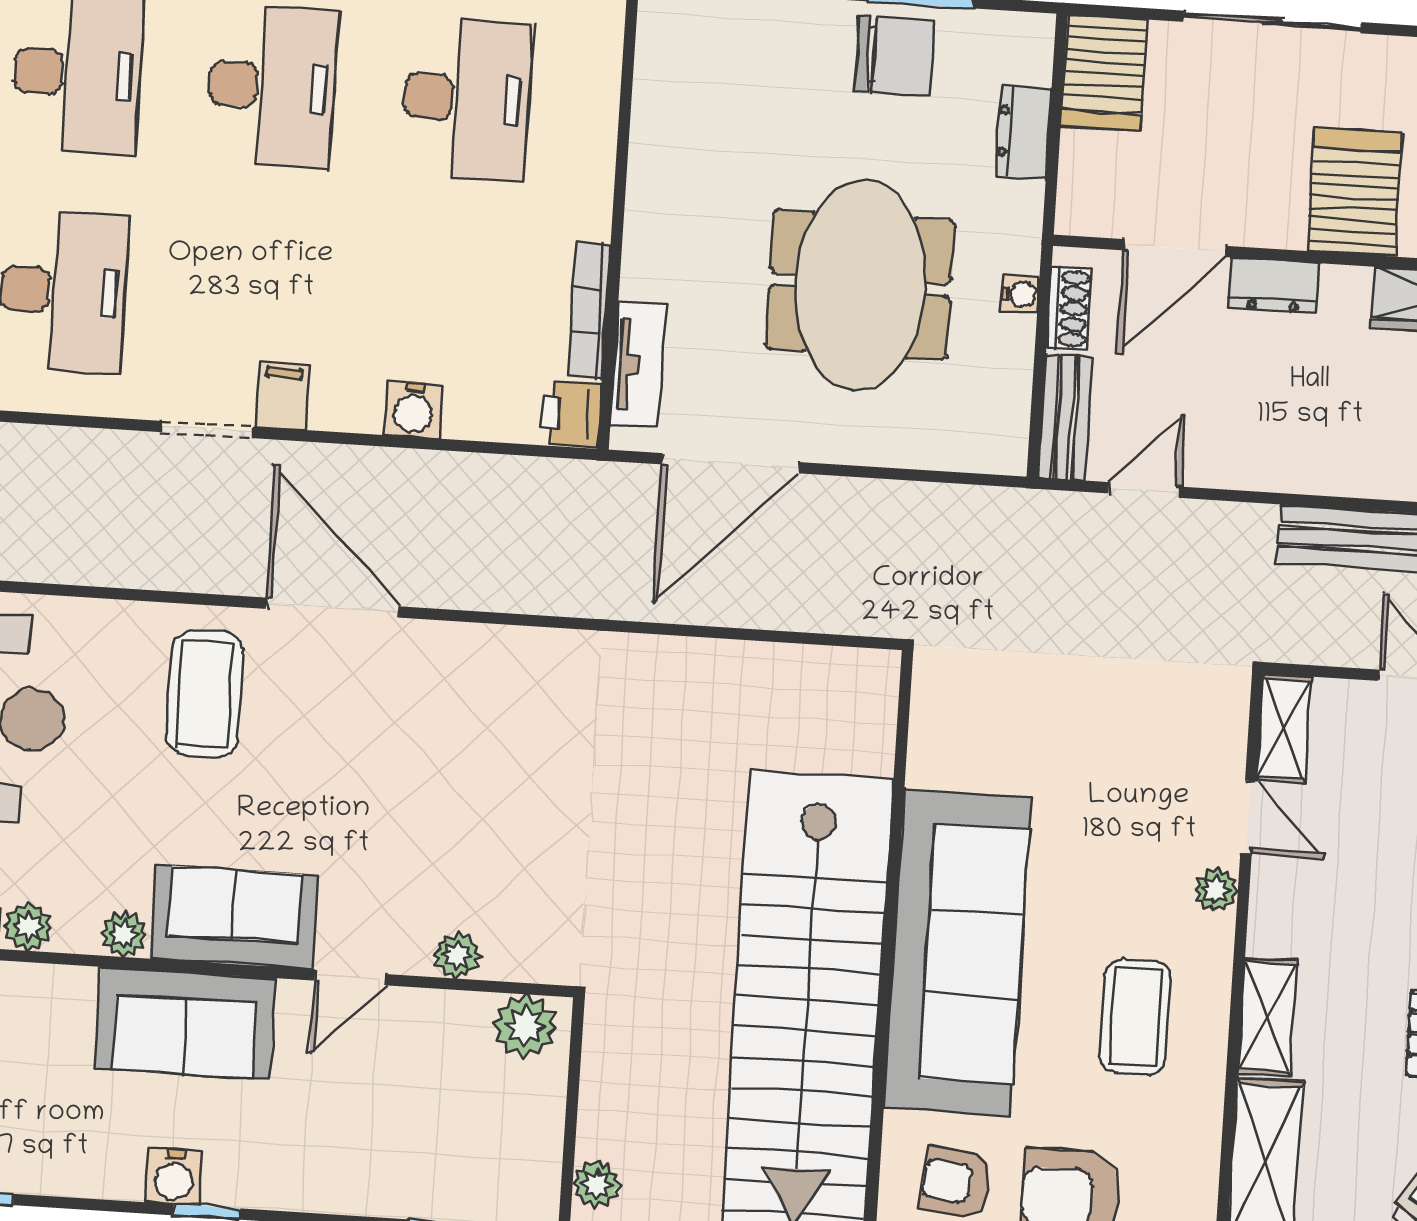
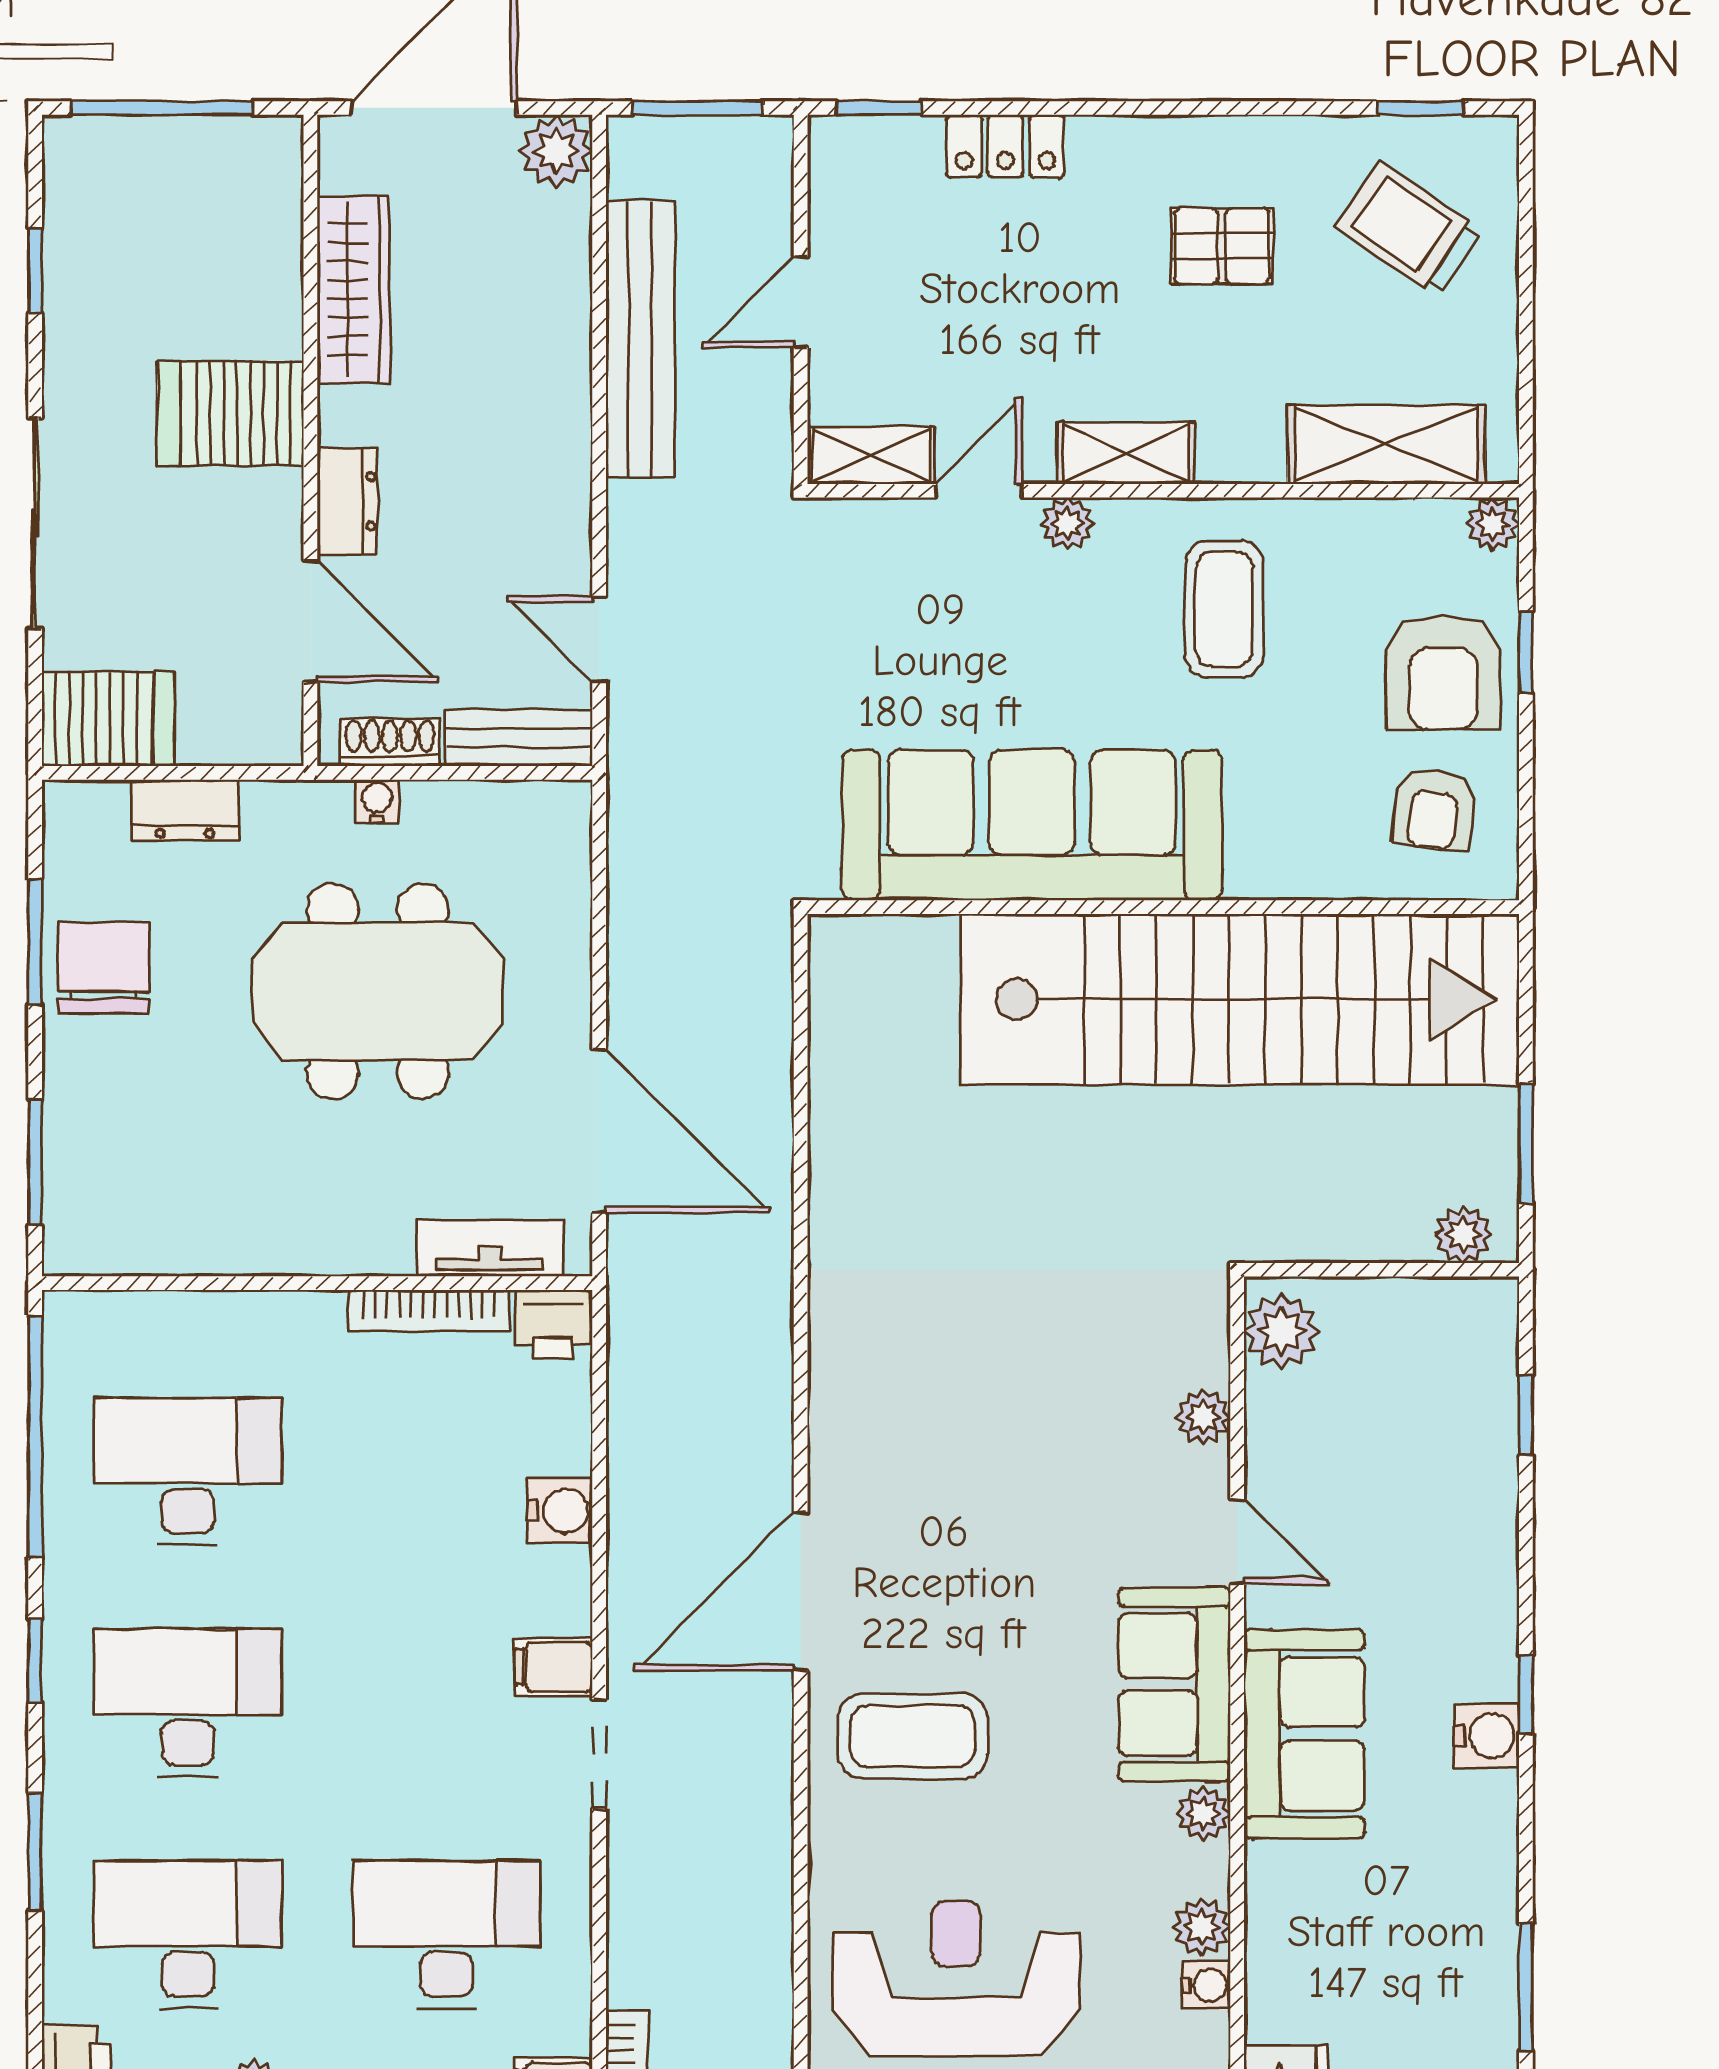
sofa: (957, 952) -> (1032, 825), moved
coffee table: (1135, 1017) -> (1224, 609), turned 90
shelving: (1267, 1017) -> (1126, 453), moved

